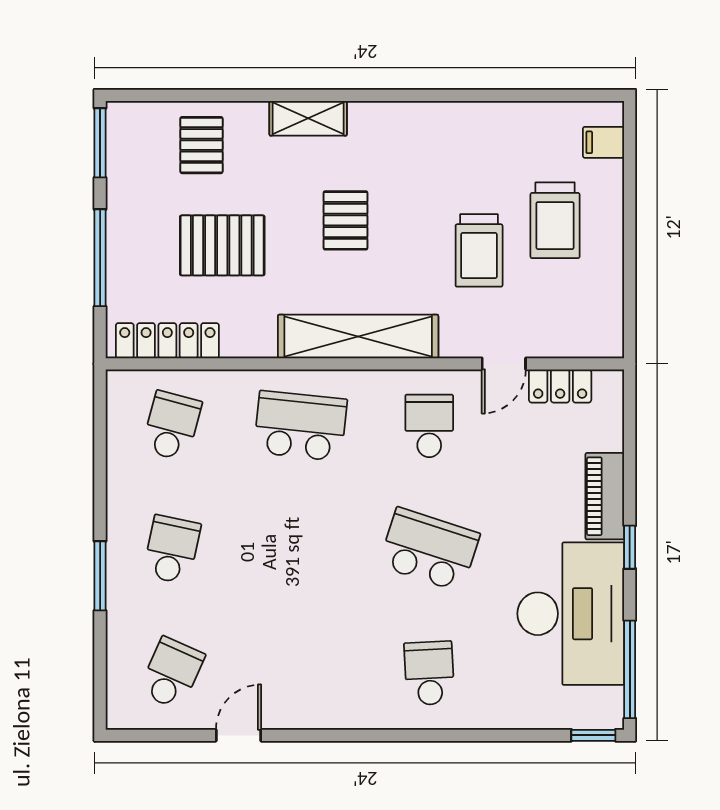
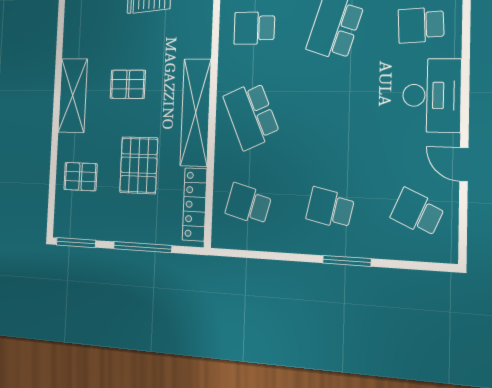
shelving: (308, 118) -> (73, 96), width x1.50, depth x1.33
shelving: (358, 336) -> (196, 112), moved
school desk: (300, 426) -> (251, 115), turned -30
desk: (332, 690) -> (432, 95), added

